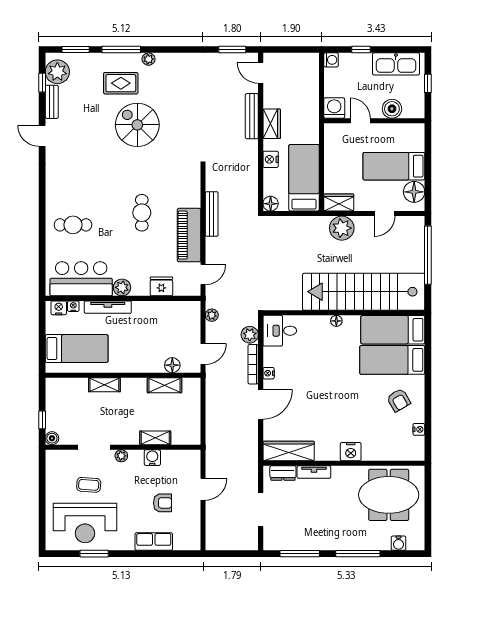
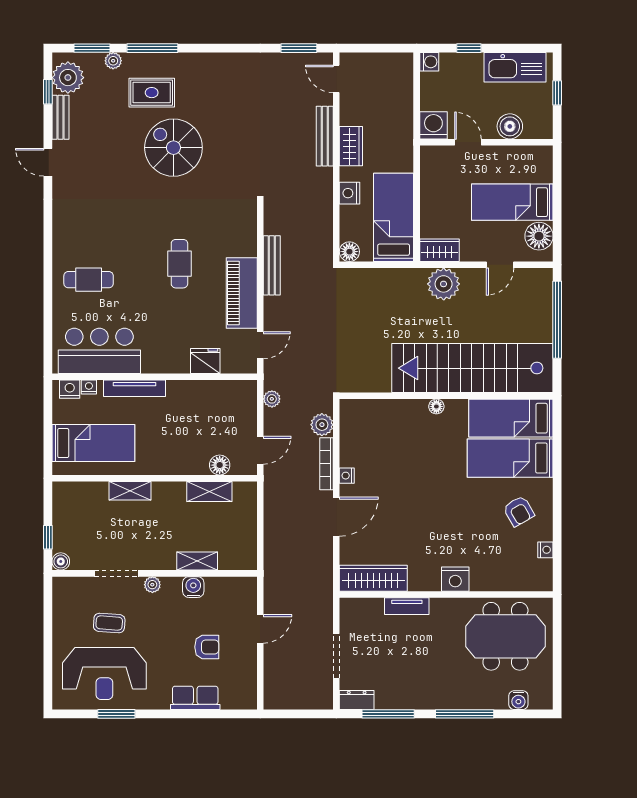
plant: (149, 59) -> (113, 61), moved
plant: (122, 287) -> (153, 362), removed
desk: (280, 331) -> (362, 419), removed
dresser: (283, 473) -> (357, 700), moved, turned 180

